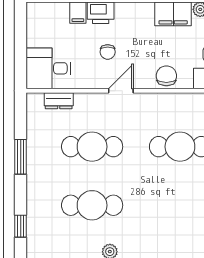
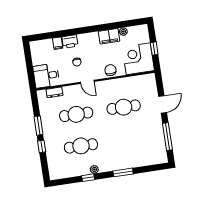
door: (121, 91) -> (87, 82), swing flipped
window: (21, 226) -> (42, 146), moved

